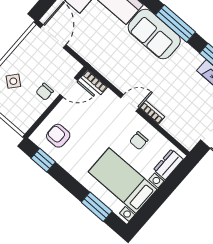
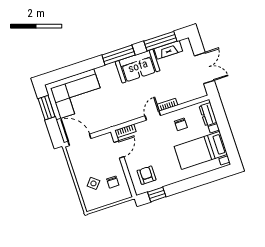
sofa: (154, 34) -> (138, 66), moved
chair: (45, 92) -> (113, 182), moved
armchair: (58, 136) -> (147, 175), turned 90
window: (97, 207) -> (208, 177), removed

